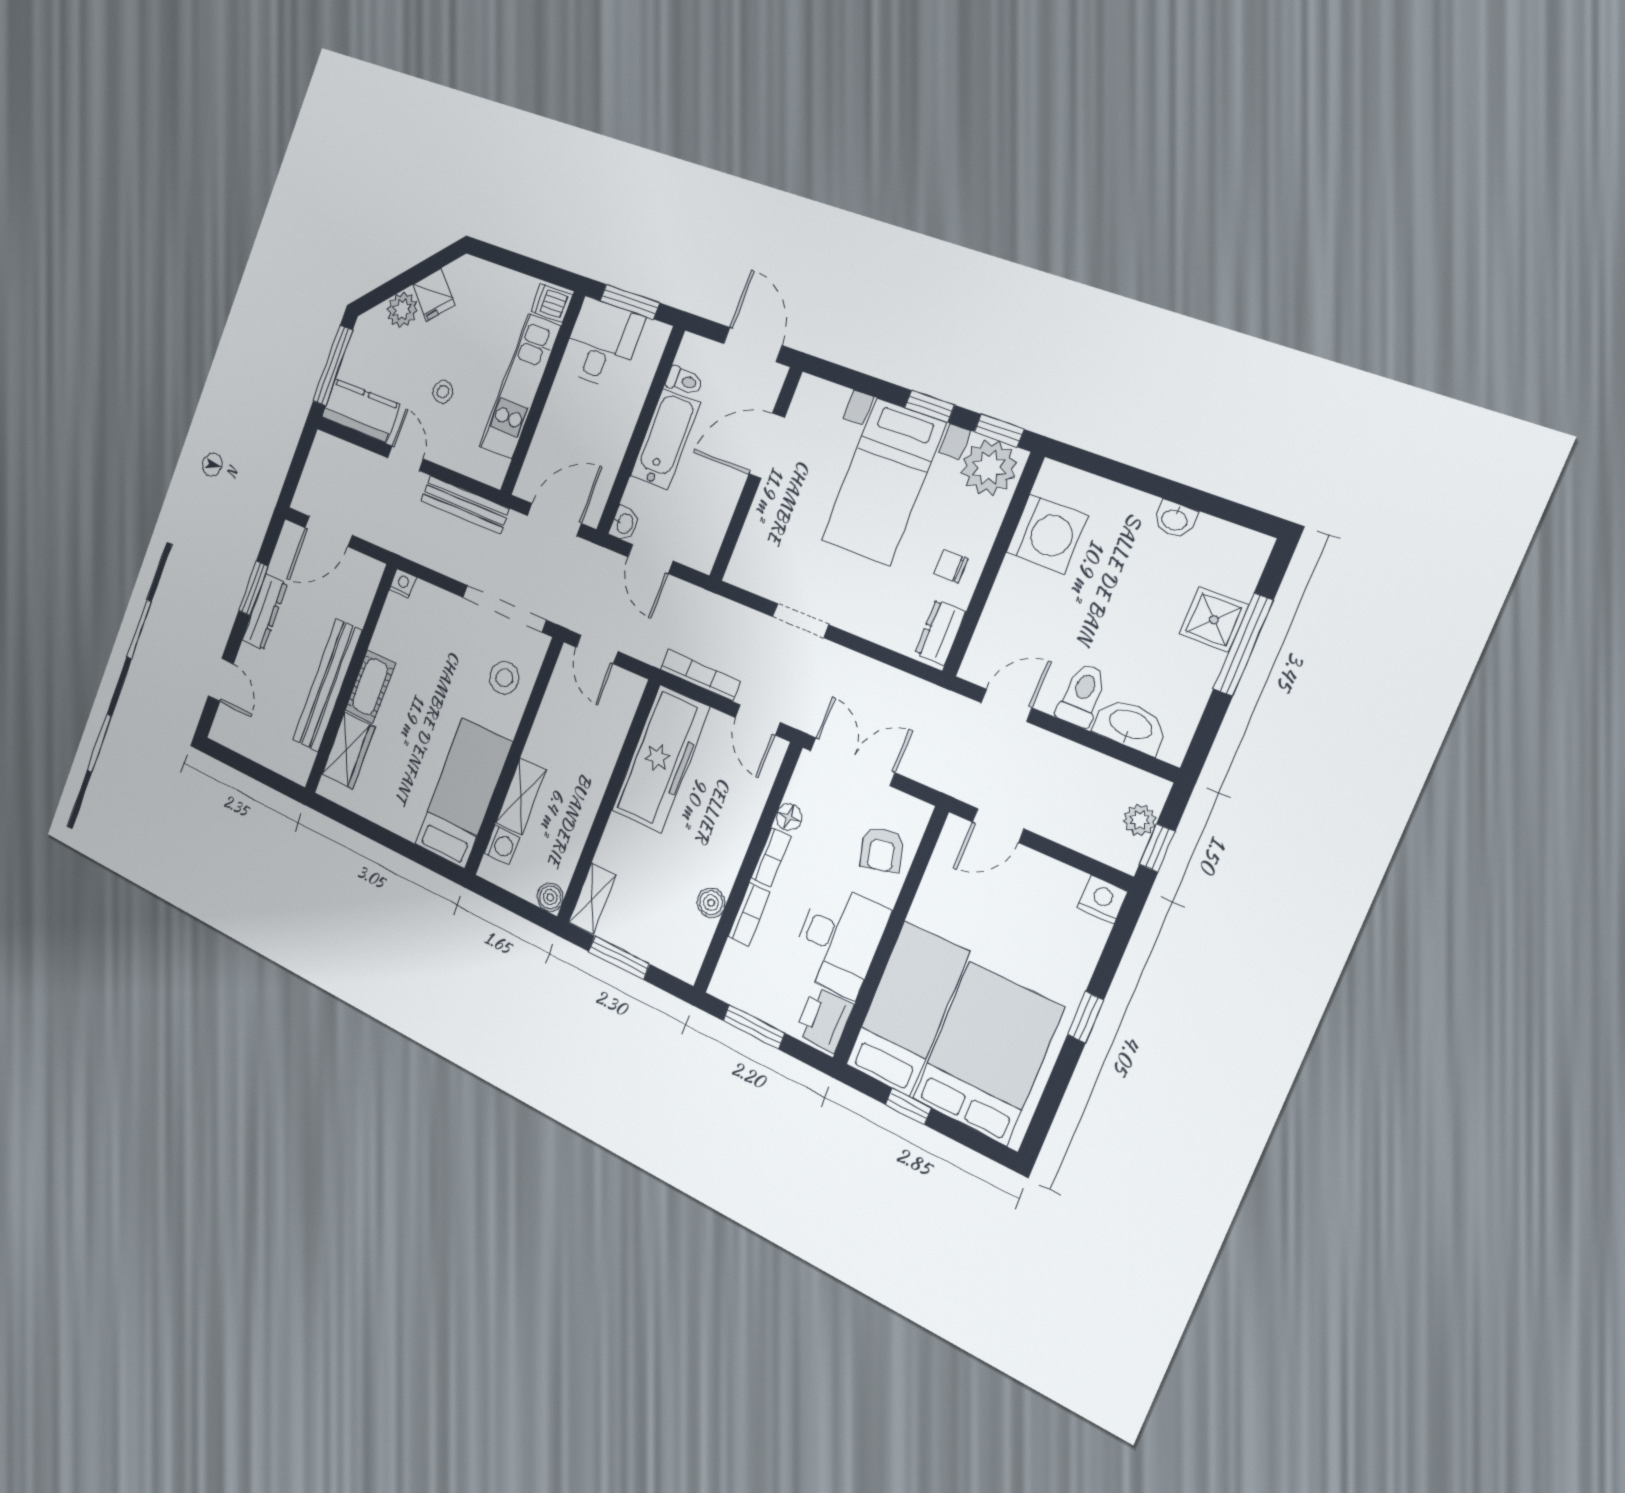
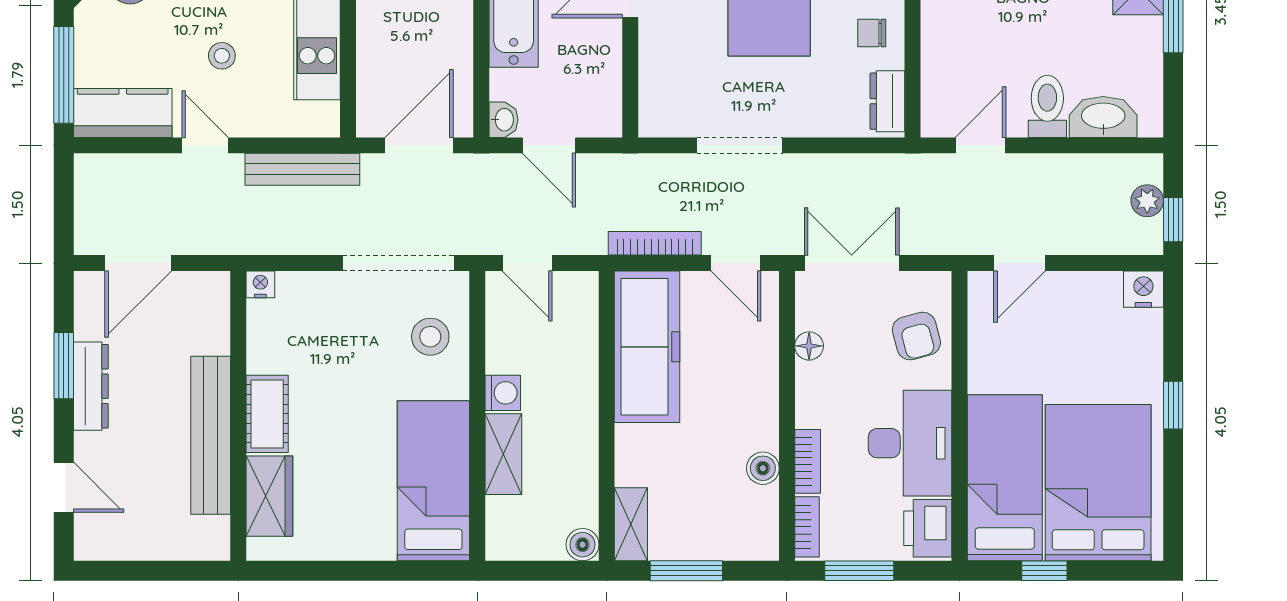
doorway: (800, 621) -> (740, 145), width x1.38
washing machine: (502, 845) -> (503, 393), moved
bookcase: (771, 857) -> (807, 527), moved

